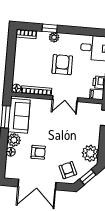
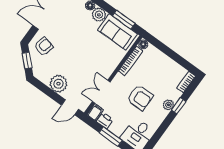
double door: (65, 99) -> (101, 92), moved
armchair: (38, 152) -> (75, 30), removed
plant: (90, 153) -> (58, 84), moved
armchair: (68, 170) -> (44, 46), turned -52

